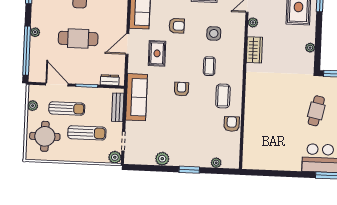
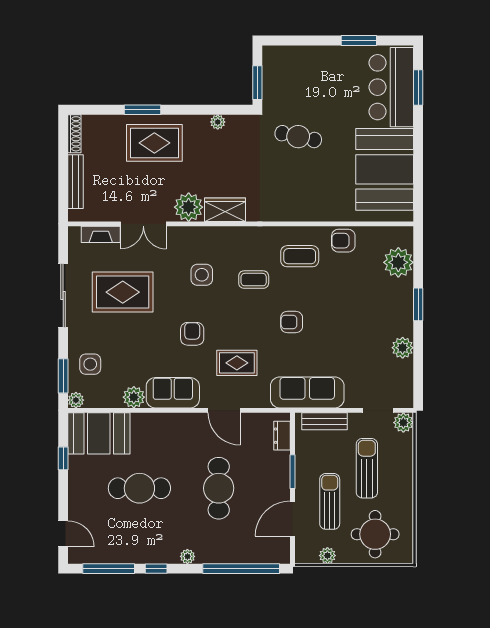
plant: (253, 22) -> (189, 207), width x1.88, depth x1.88
plant: (35, 32) -> (187, 556), moved
cafe table: (316, 111) -> (298, 137), moved
booth: (276, 152) -> (385, 169), added
plant: (216, 163) -> (398, 262), width x1.87, depth x1.87

